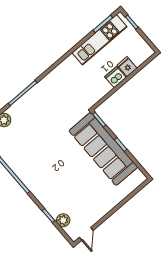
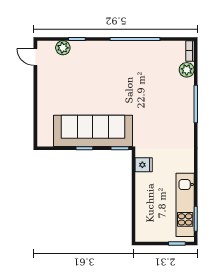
fridge: (127, 67) -> (144, 165), moved
dishwasher: (115, 77) -> (143, 191), removed

